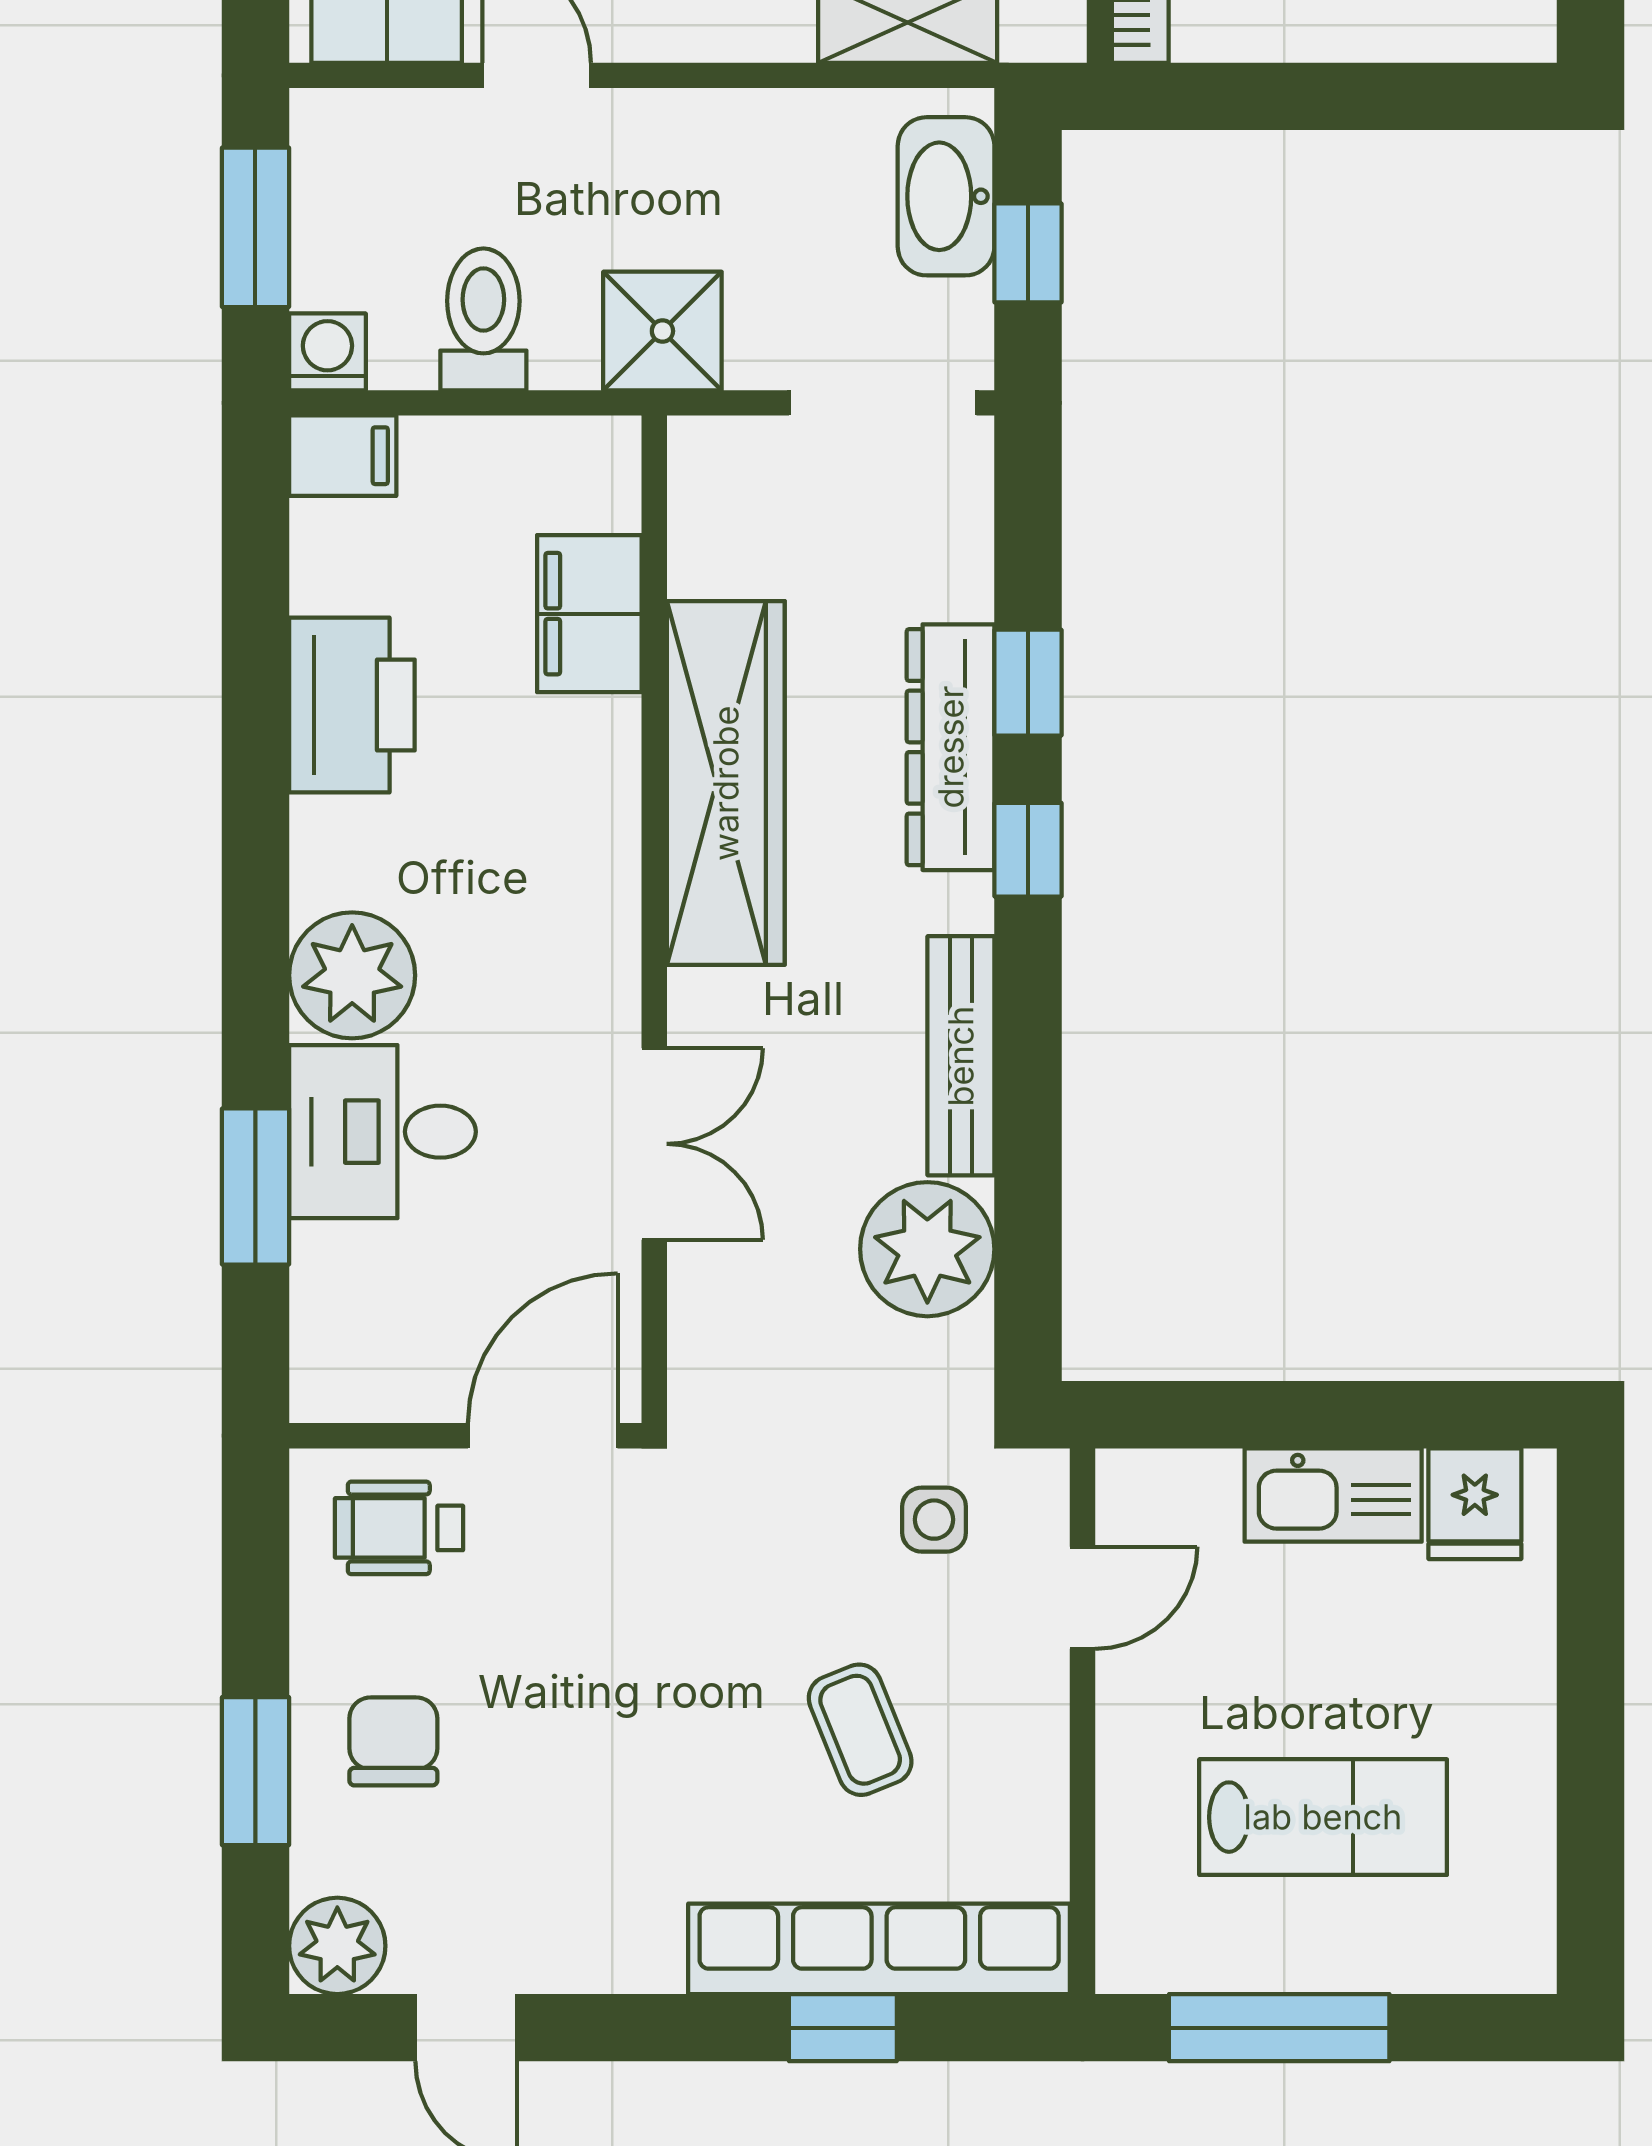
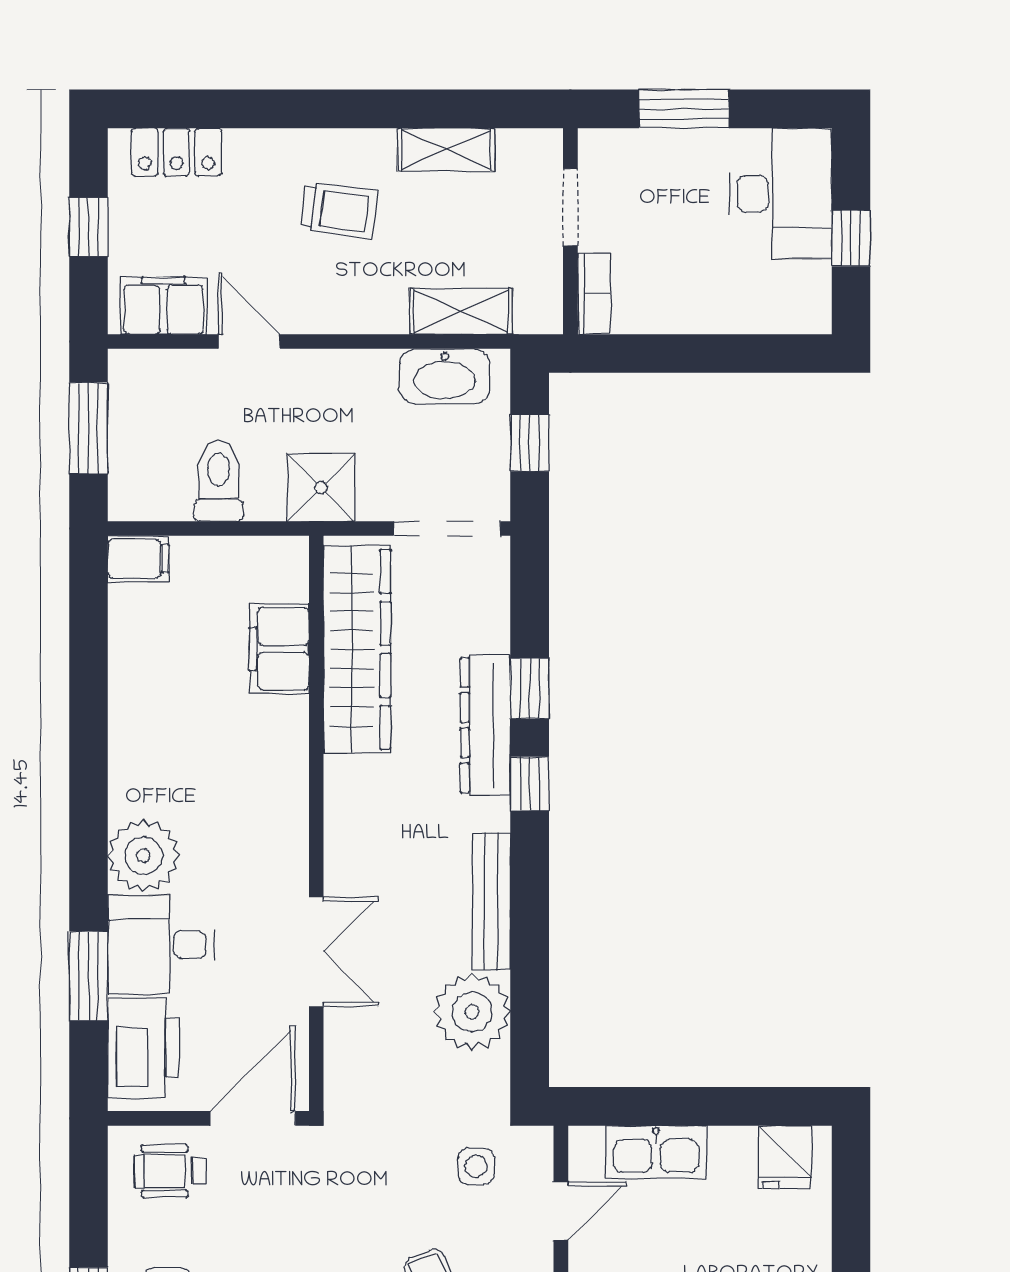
washbasin: (946, 196) -> (445, 376), moved, turned -90
washing machine: (327, 352) -> (130, 499), removed
printer: (352, 705) -> (144, 1048), moved
wardrobe: (726, 783) -> (357, 649), moved
kitchen sink: (1333, 1495) -> (656, 1152), moved

